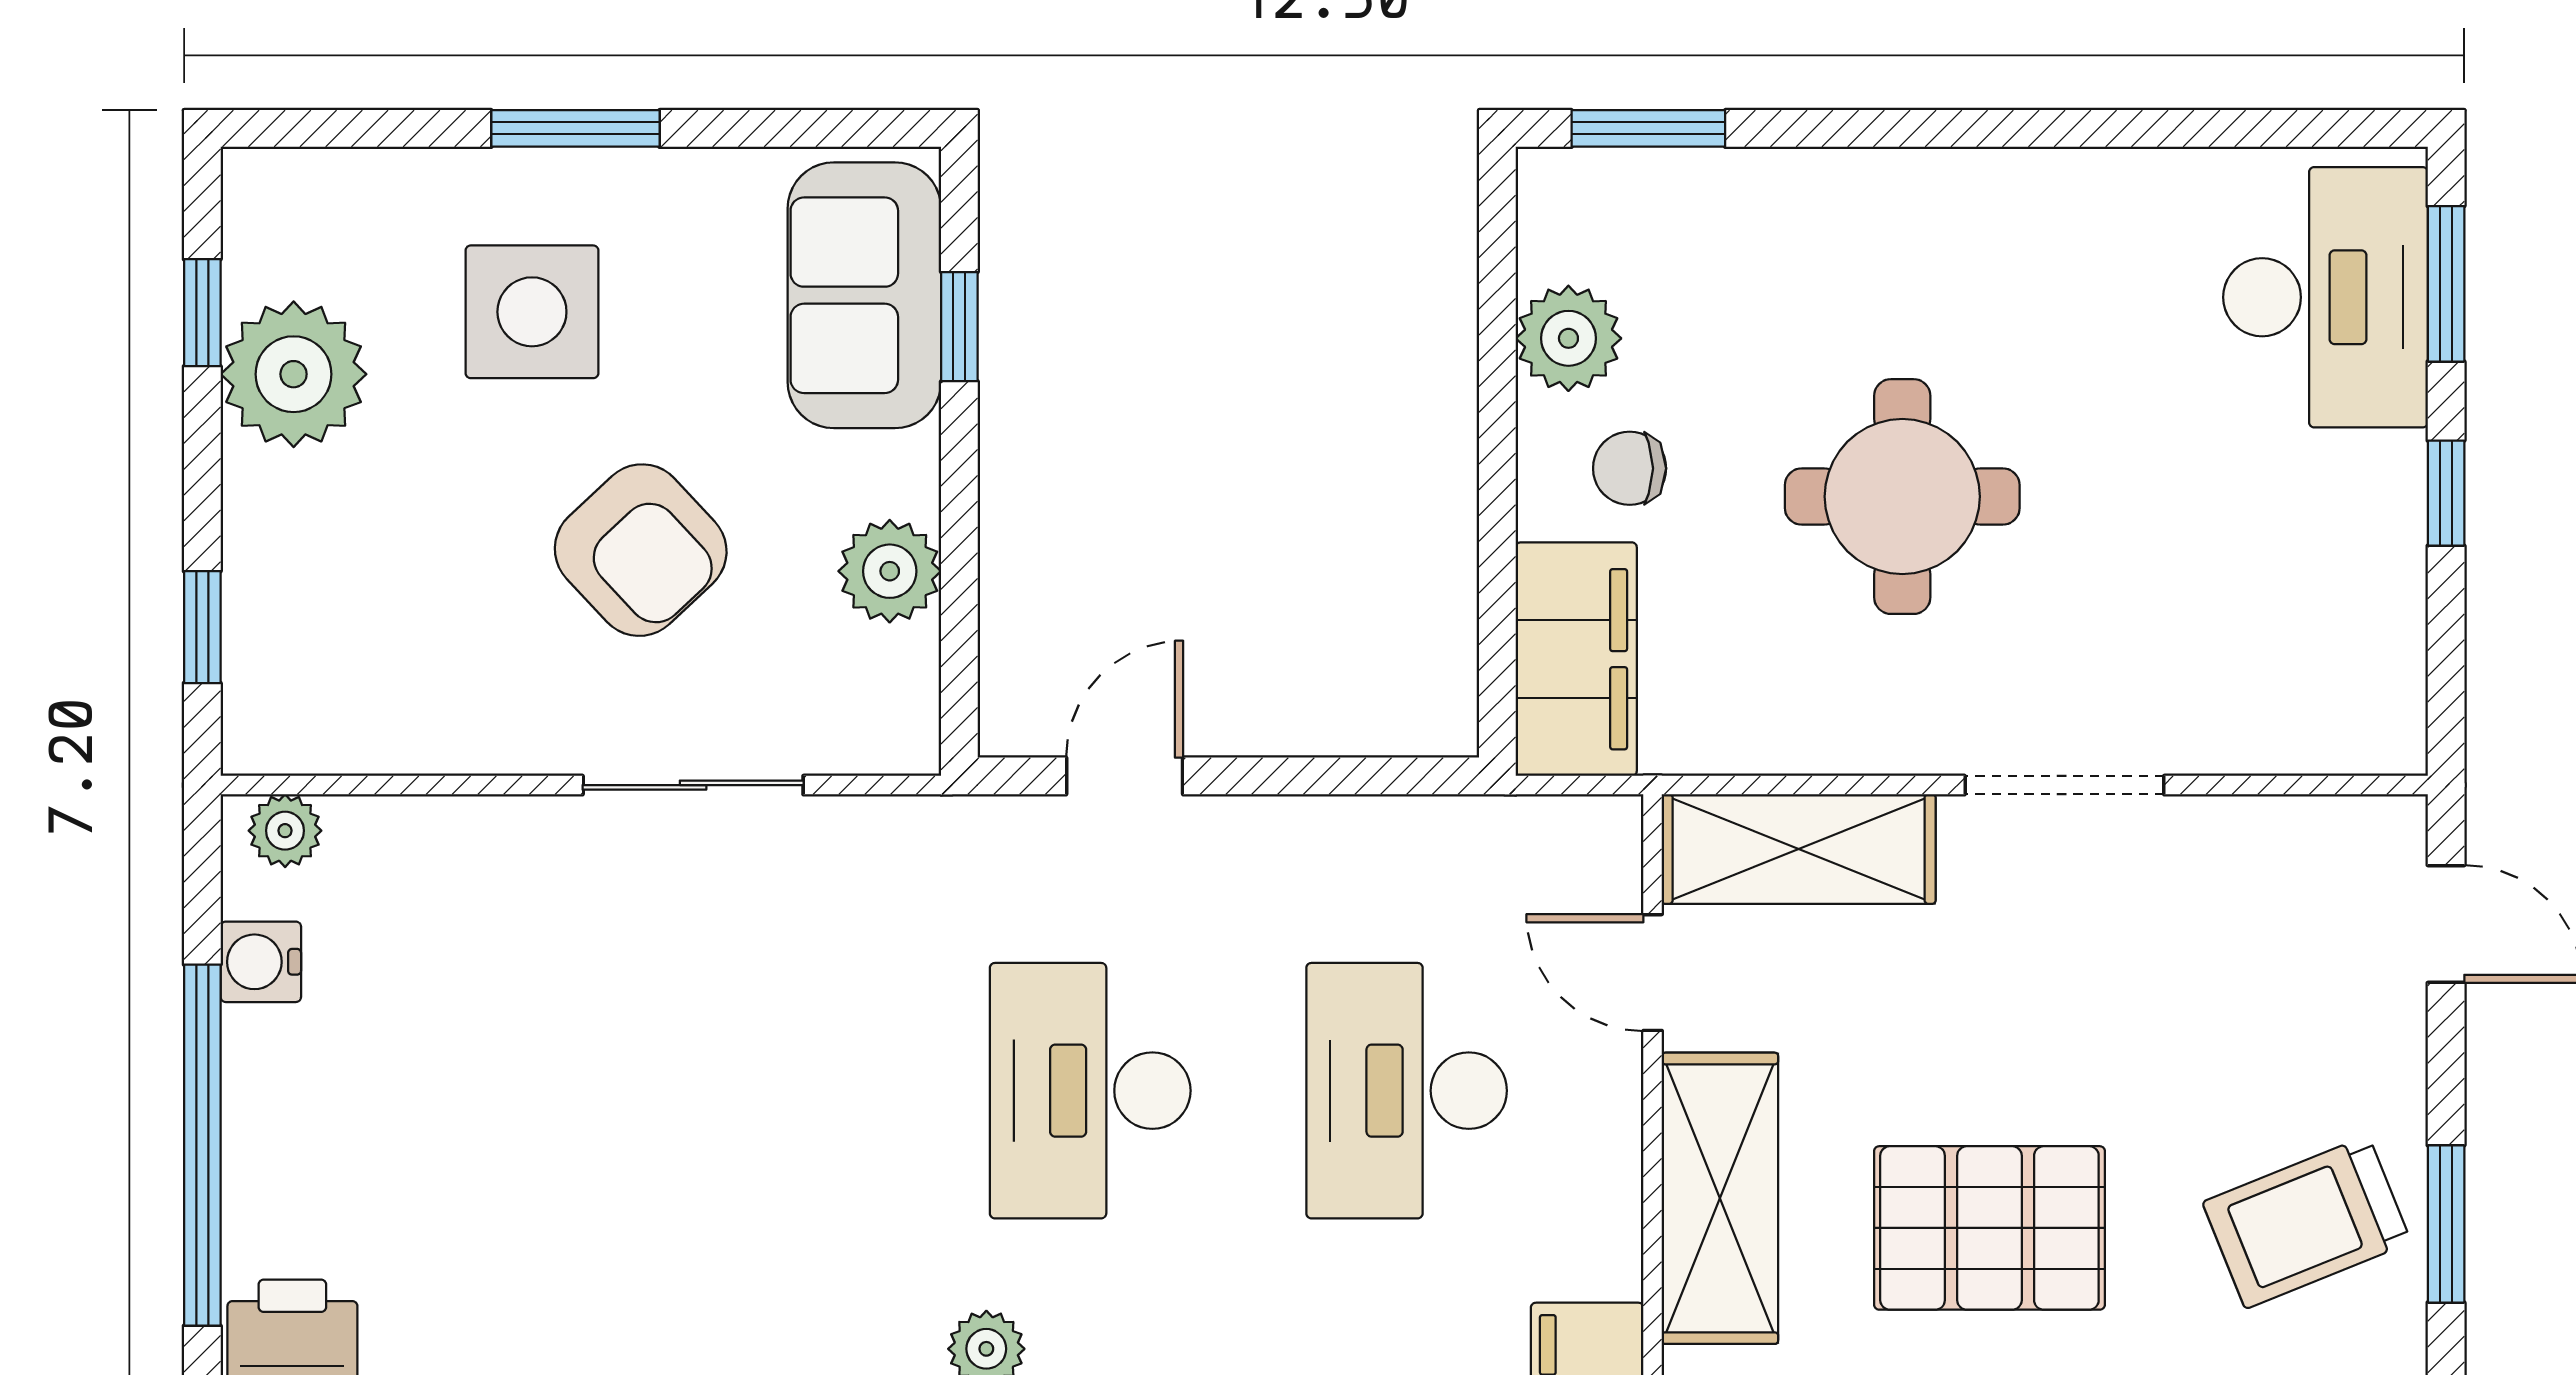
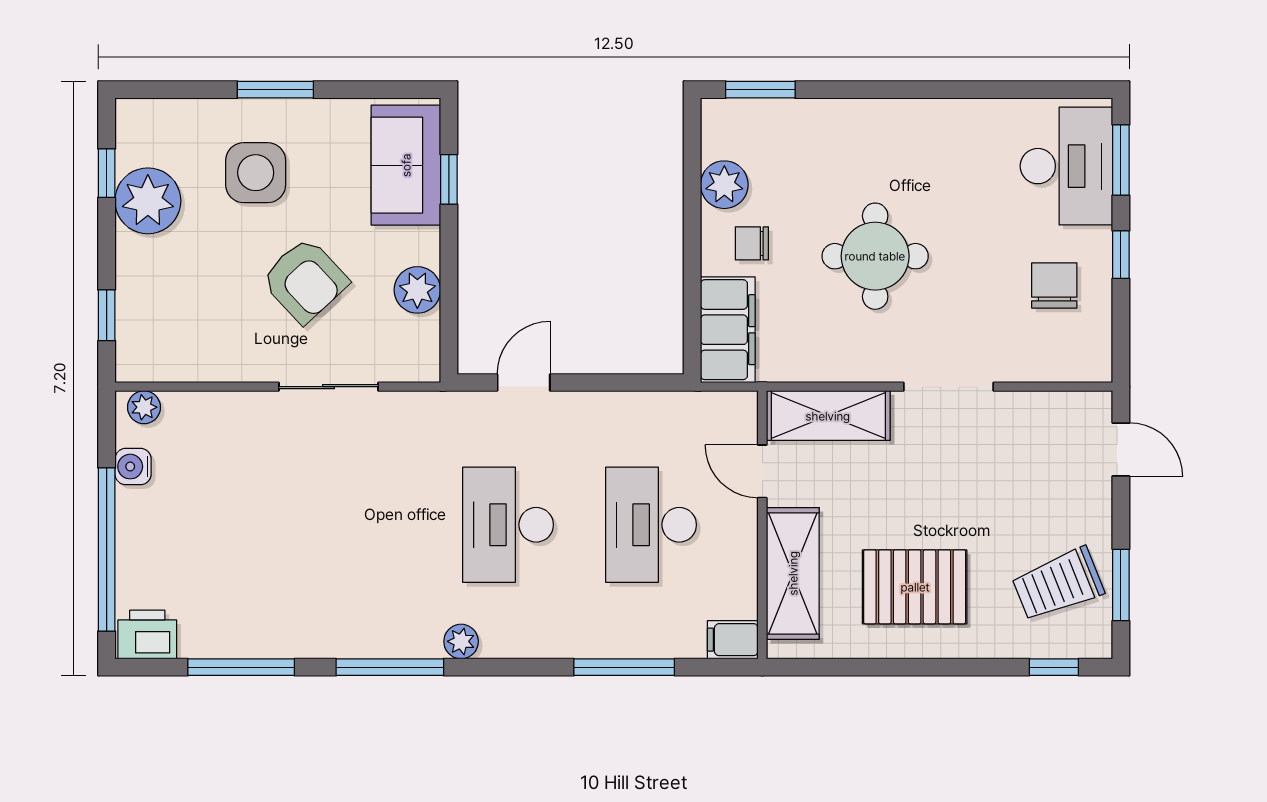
chair: (2299, 561) -> (1054, 285), added

